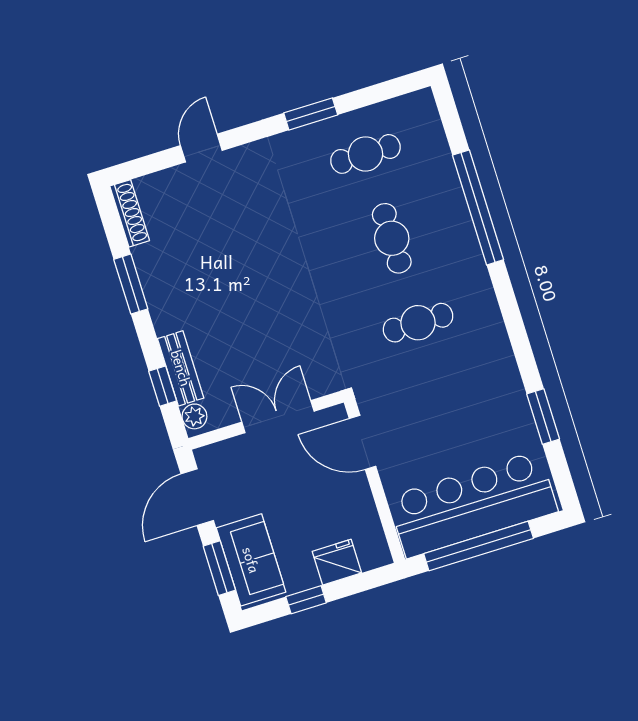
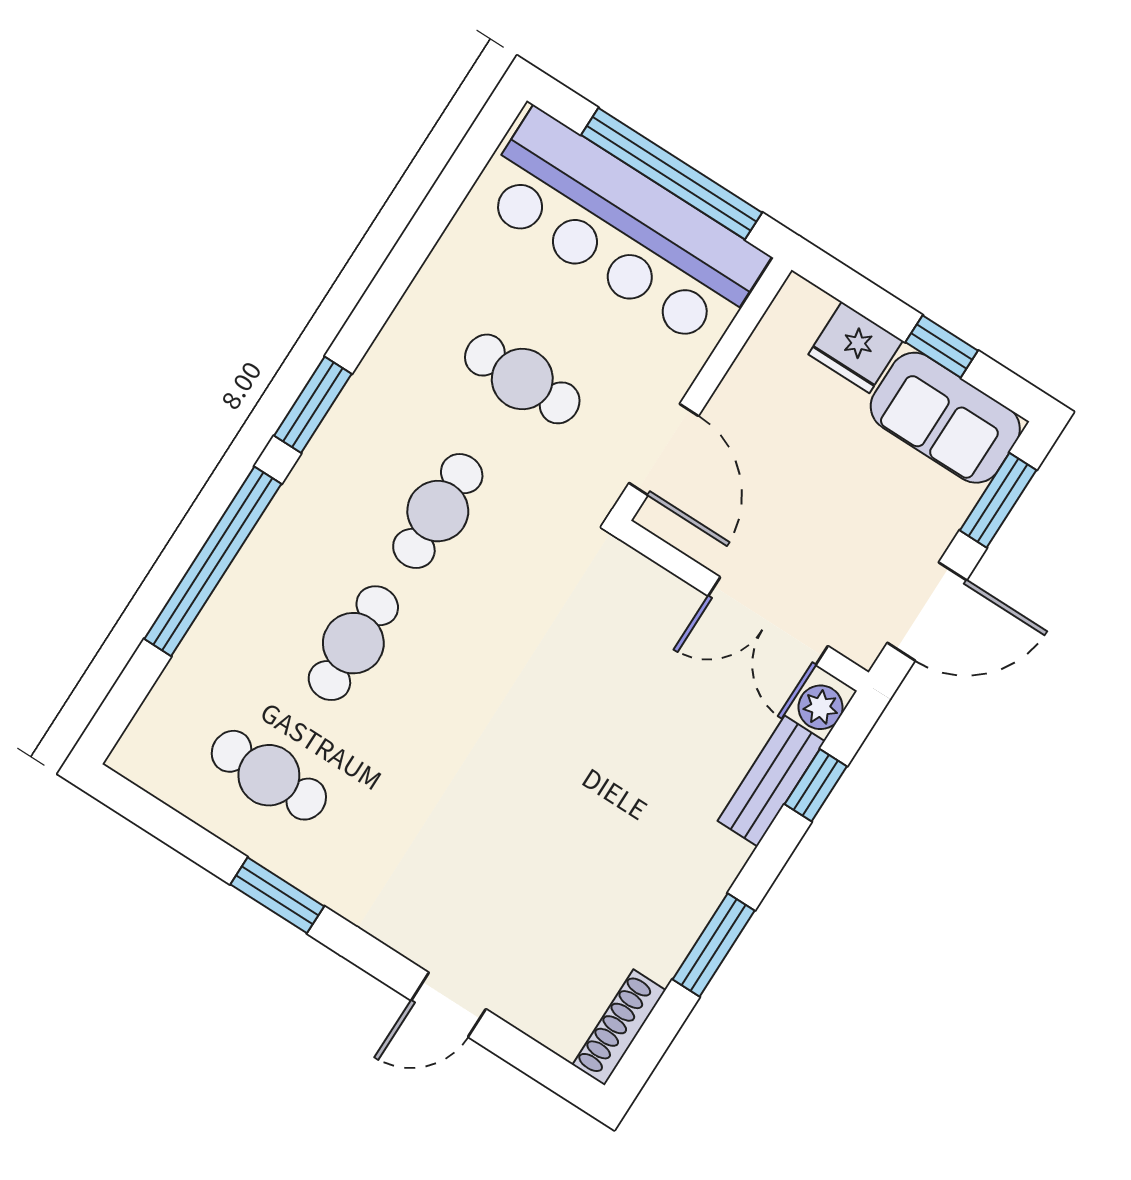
cafe table: (418, 323) -> (438, 511), turned 90
cafe table: (444, 407) -> (522, 379), added
double door: (278, 417) -> (768, 621), moved
window: (543, 417) -> (313, 405), moved
sofa: (251, 560) -> (945, 418), moved, turned -90

